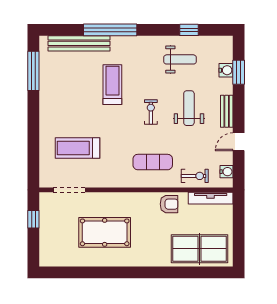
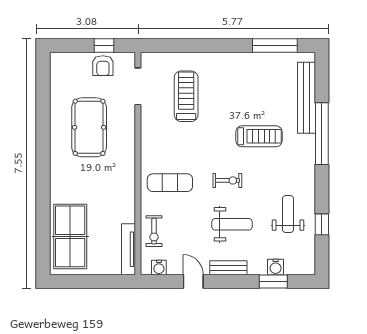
weight bench: (180, 59) -> (288, 214), turned 180
exercise mat: (153, 162) -> (170, 183), turned 90
armchair: (169, 204) -> (103, 66), moved

